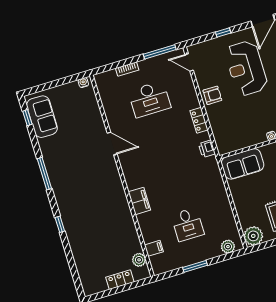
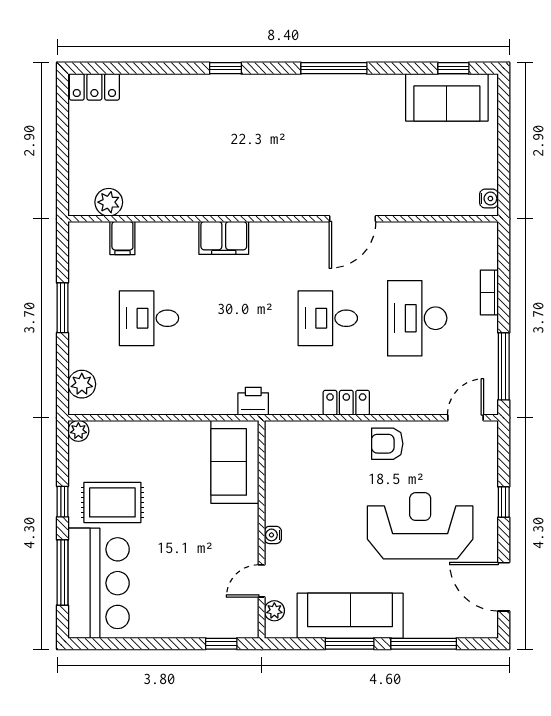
armchair: (212, 95) -> (387, 444), turned 90
desk: (162, 141) -> (328, 318), added
printer: (207, 149) -> (253, 401), moved
plant: (253, 236) -> (78, 431), width x0.53, depth x0.53
locker: (120, 280) -> (94, 87), moved, turned 90

